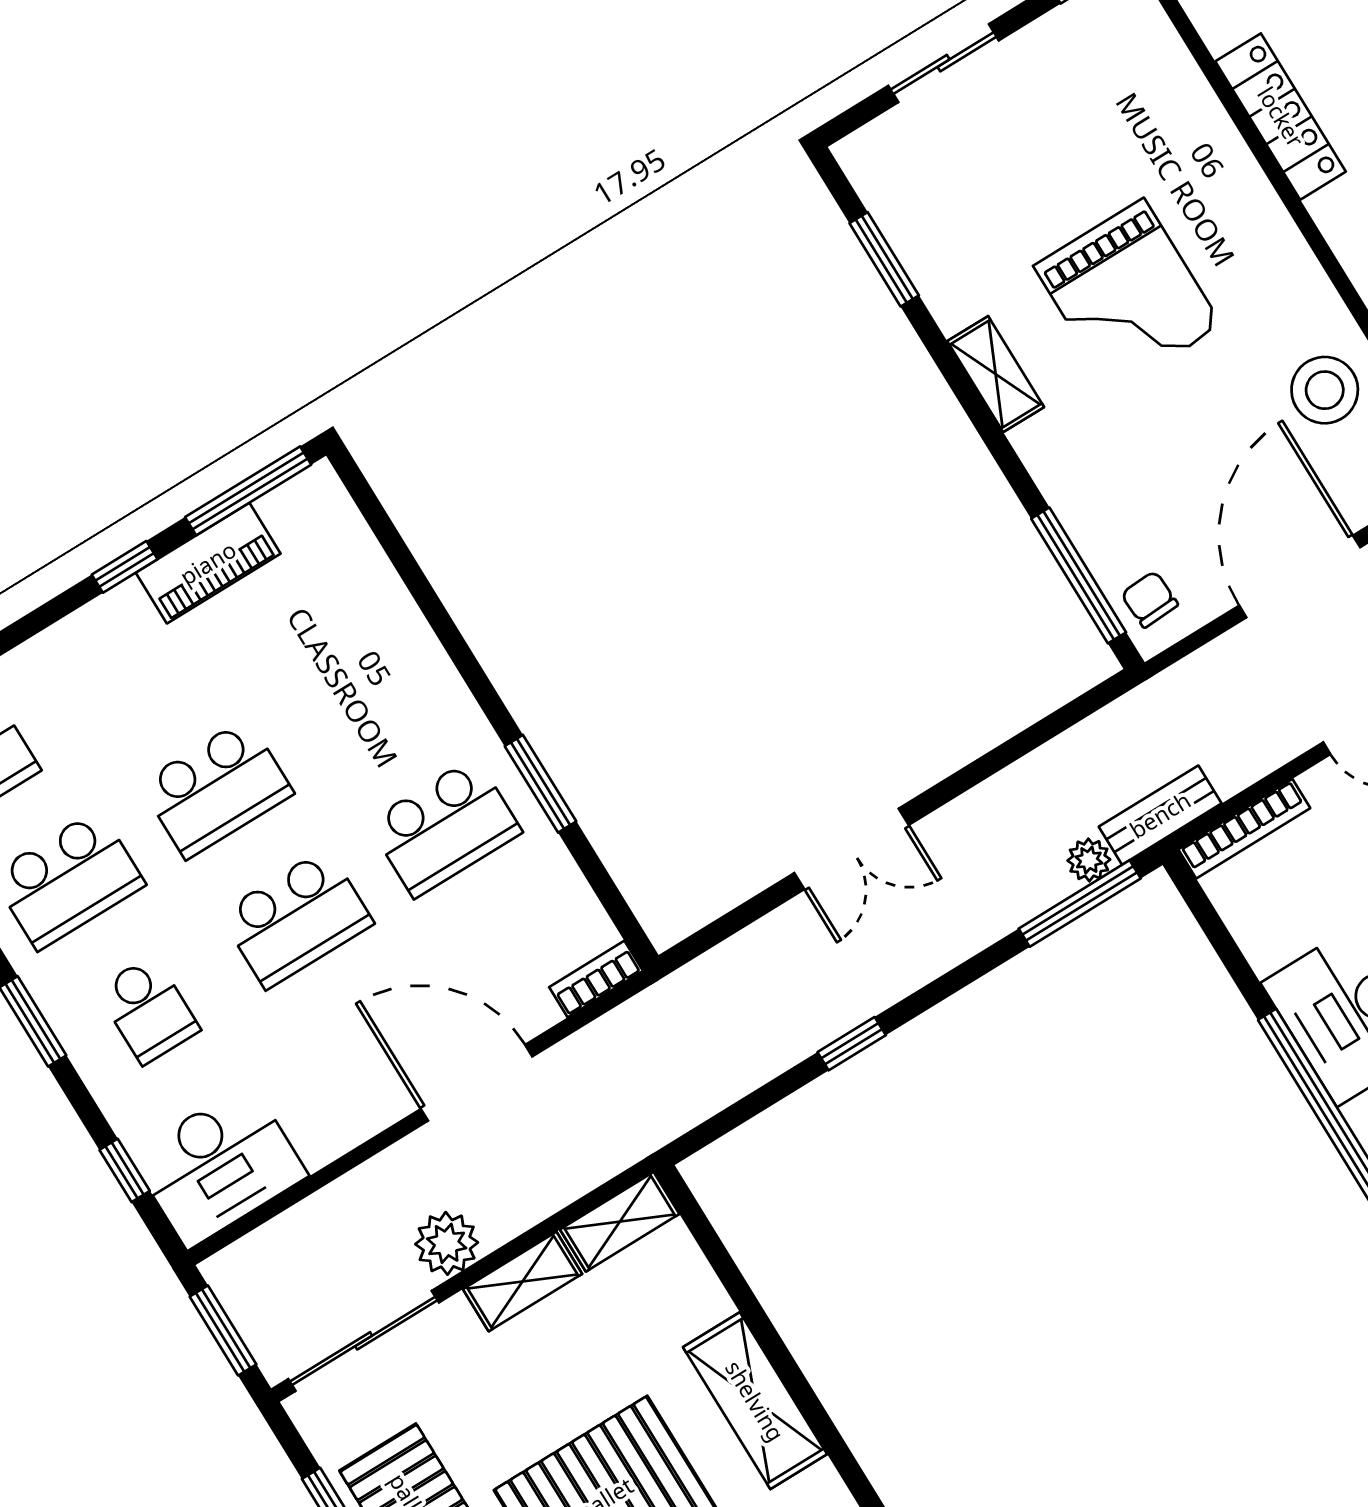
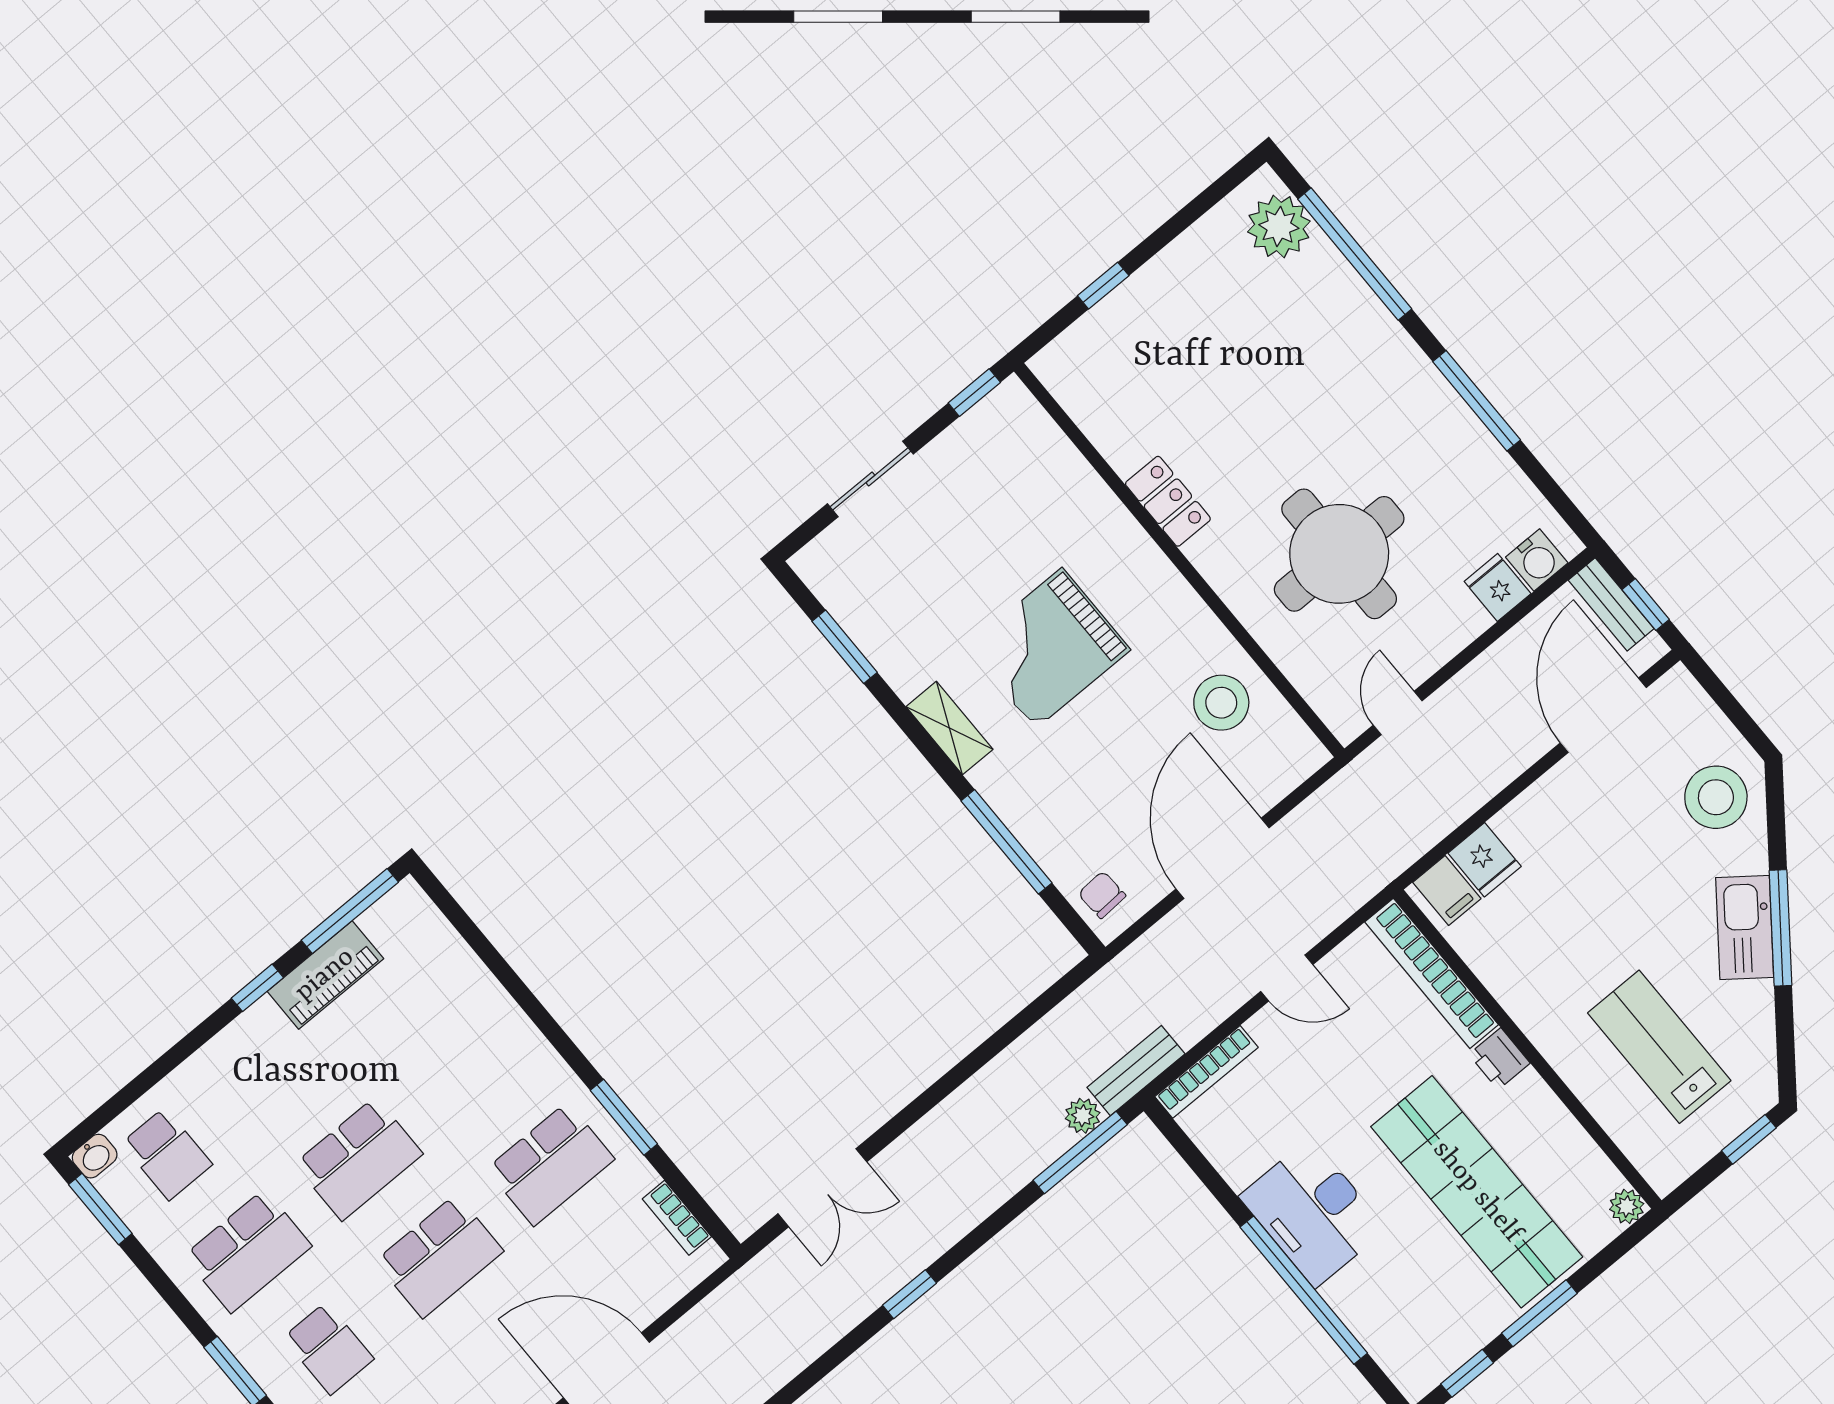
locker: (1281, 117) -> (1168, 501), width x0.66
grand piano: (1128, 296) -> (1049, 648), turned 90
window: (1079, 575) -> (1007, 842), moved
double door: (851, 849) -> (822, 1188), moved
bookcase: (596, 979) -> (677, 1218), moved, turned -90

